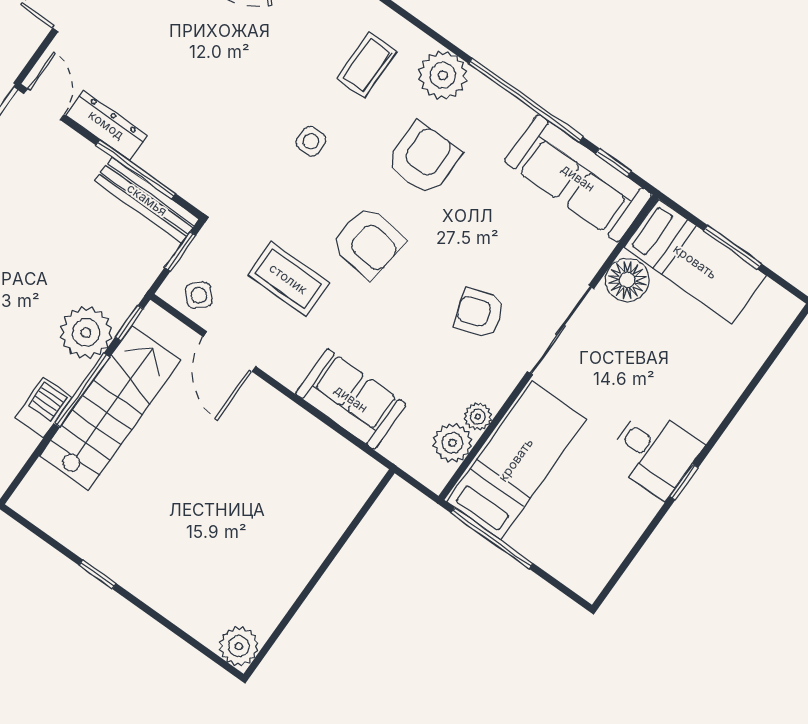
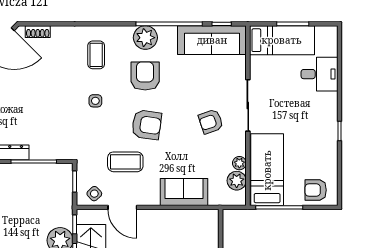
plant: (443, 75) -> (145, 38), moved
bench: (147, 200) -> (47, 170), removed
floor lamp: (627, 280) -> (260, 67), removed
desk: (654, 452) -> (319, 74), moved
armchair: (573, 552) -> (316, 190), added

